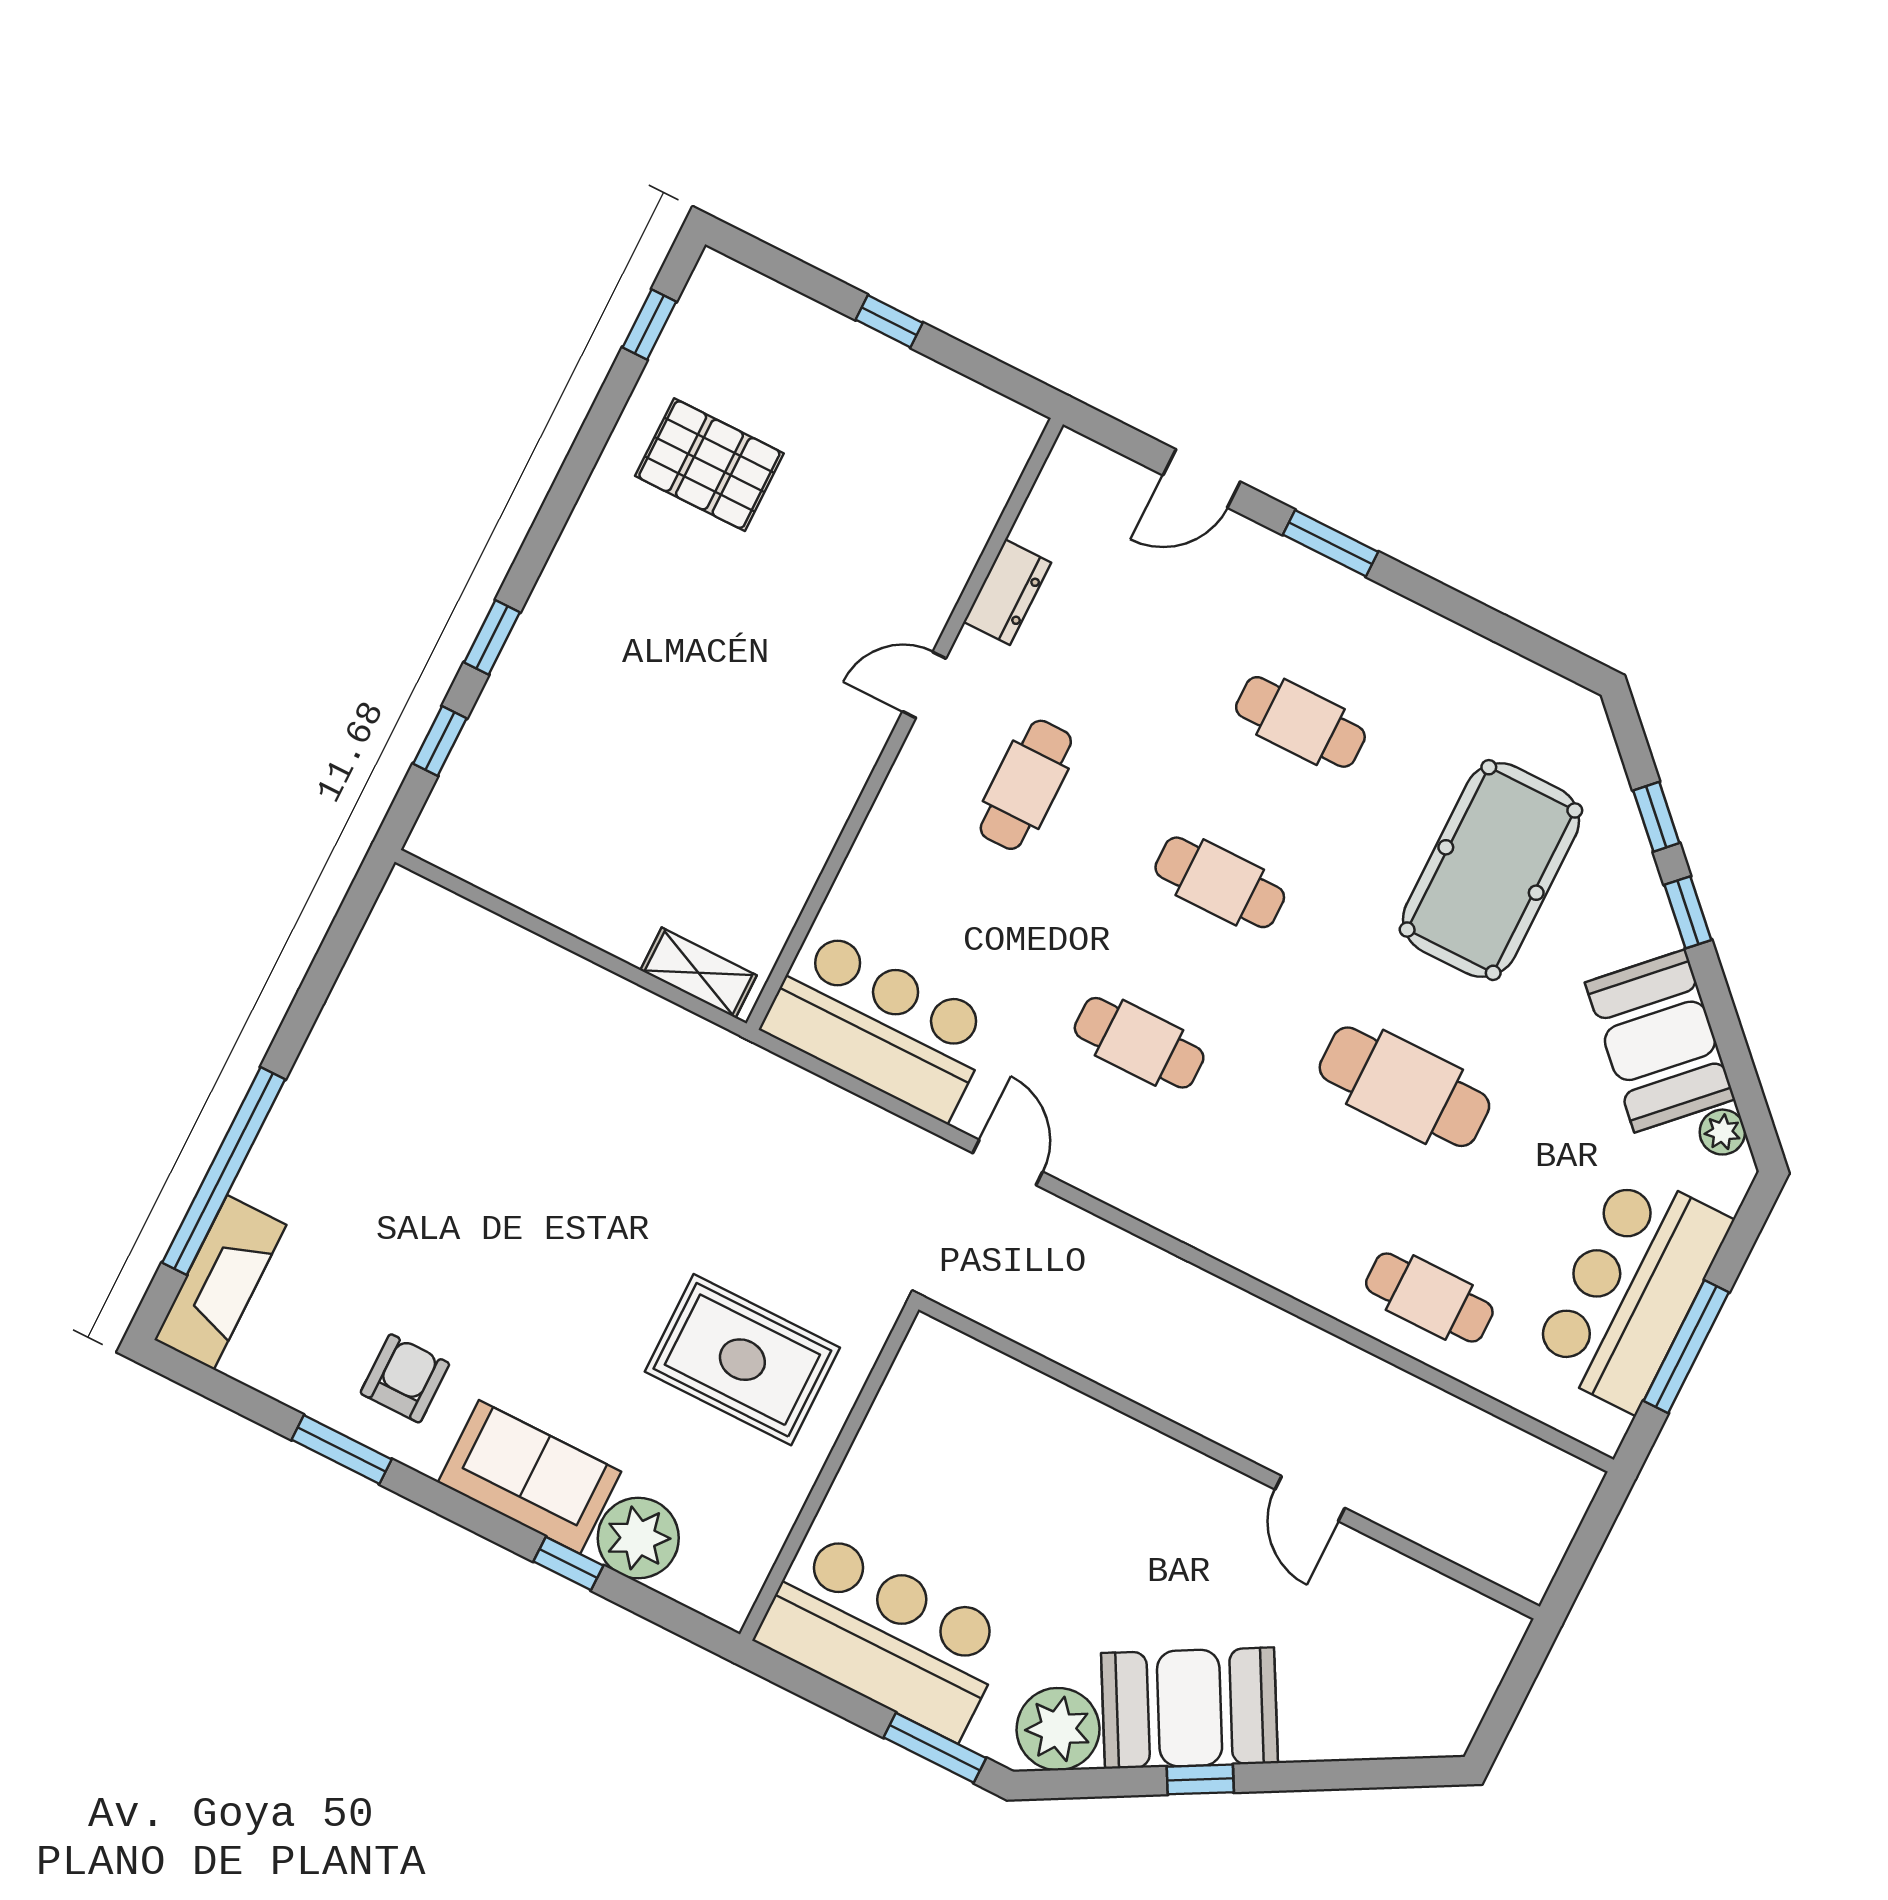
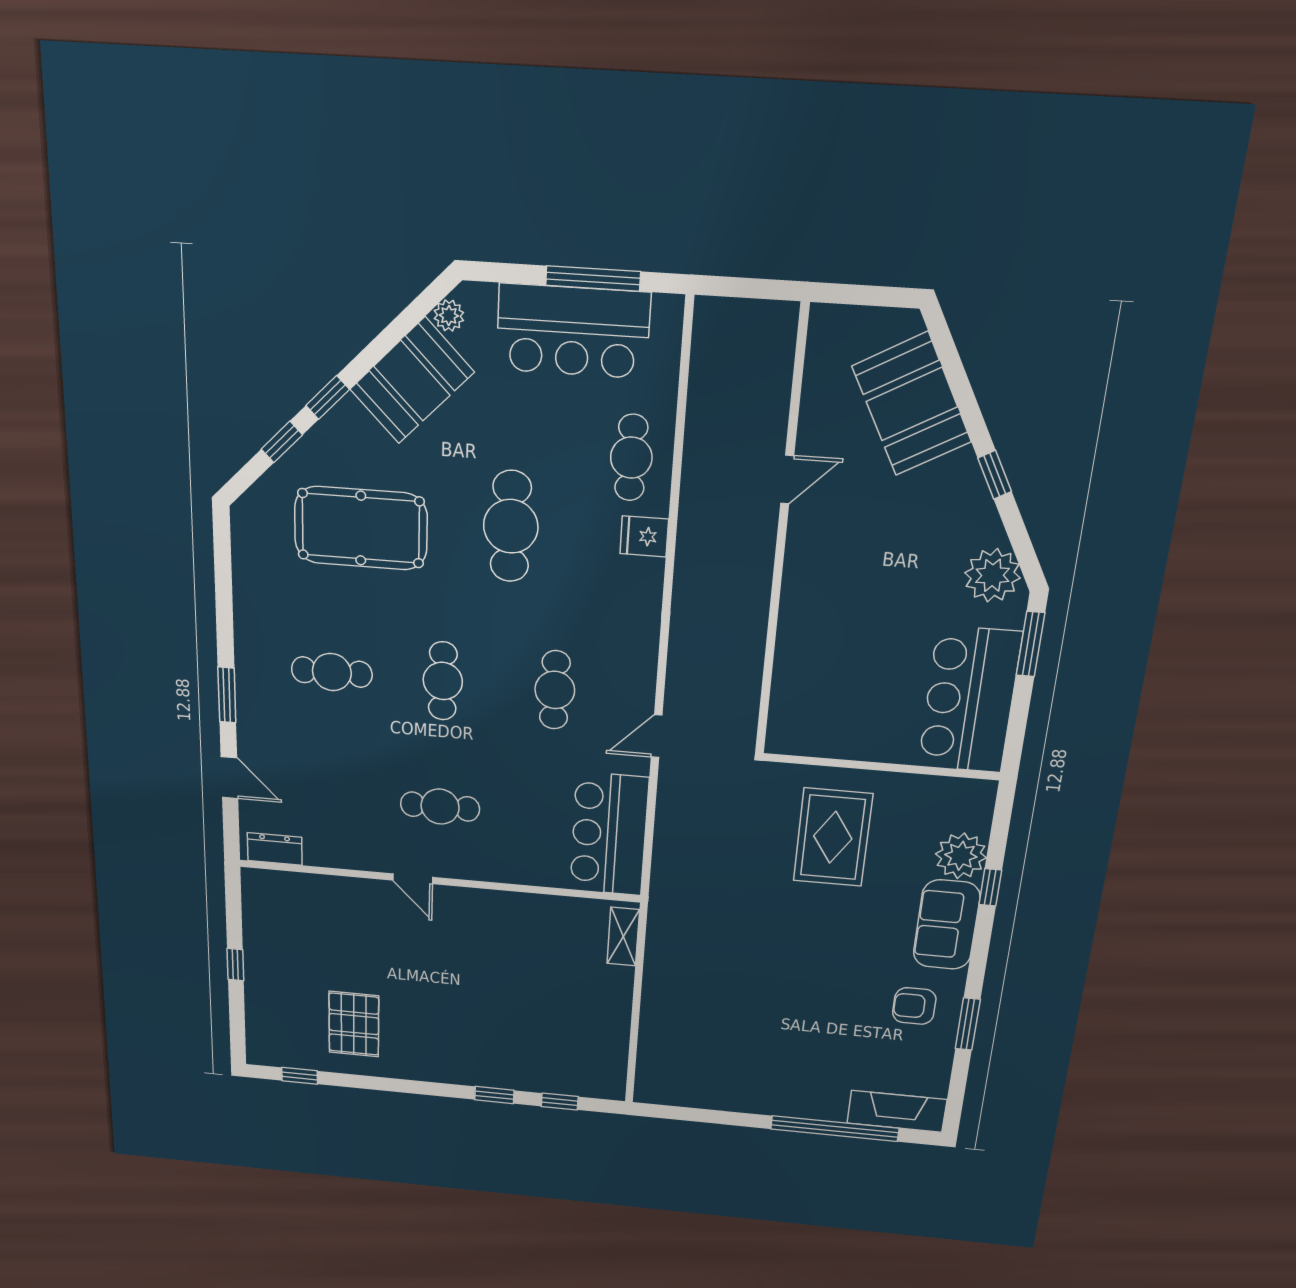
dresser: (1007, 592) -> (275, 849), moved
cafe table: (1300, 722) -> (332, 672), turned 90
fridge: (1312, 1269) -> (644, 536), added
booth: (1190, 1708) -> (912, 404), moved

